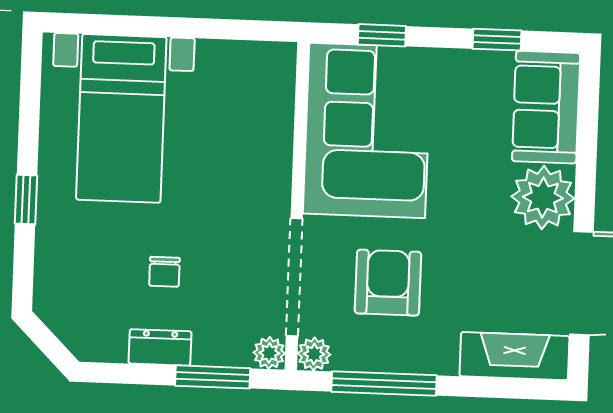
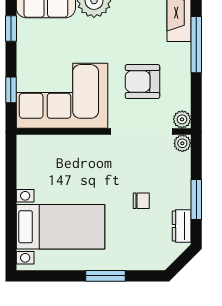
window: (26, 199) -> (106, 276), width x1.50
dresser: (160, 347) -> (182, 226), moved
window: (213, 377) -> (196, 200), moved
window: (384, 384) -> (196, 45), moved

